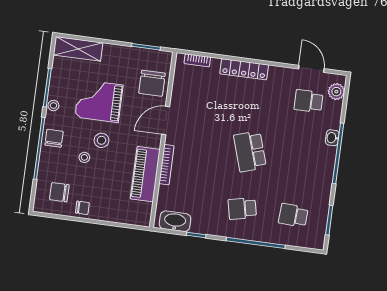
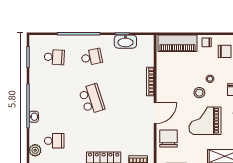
grand piano: (99, 101) -> (205, 121), turned 180
piano: (145, 174) -> (178, 43), moved, turned 90
washbasin: (175, 221) -> (125, 42), moved

